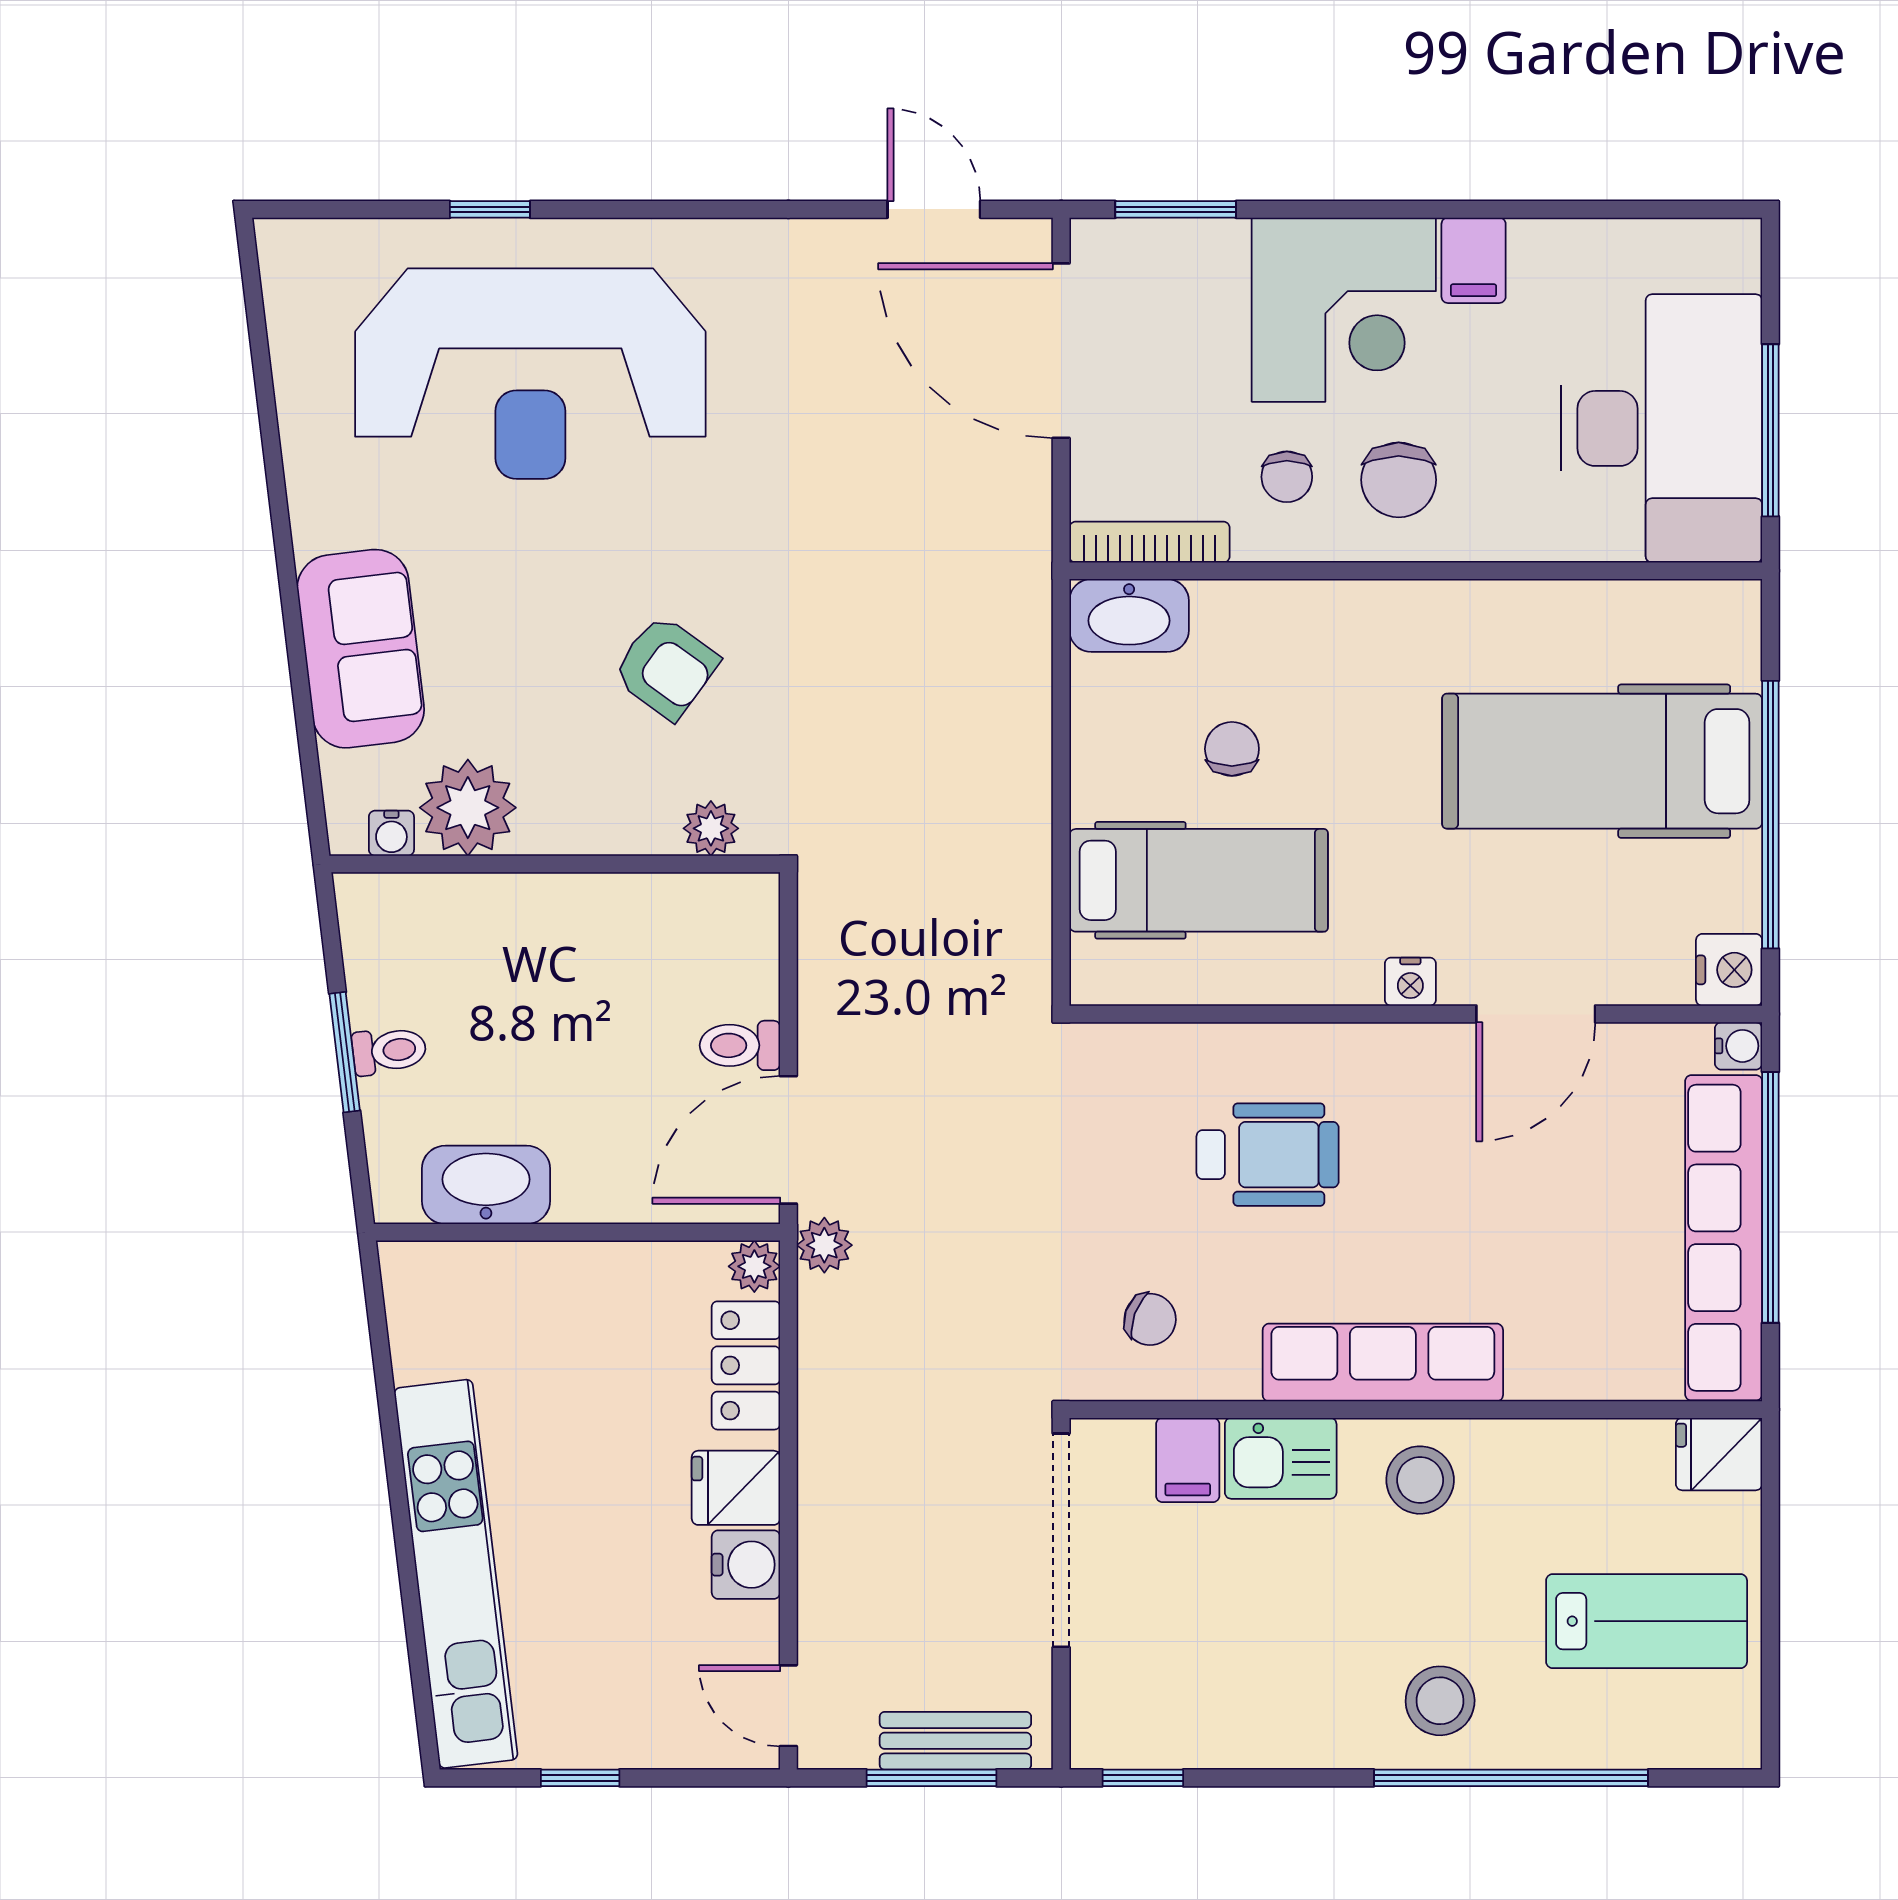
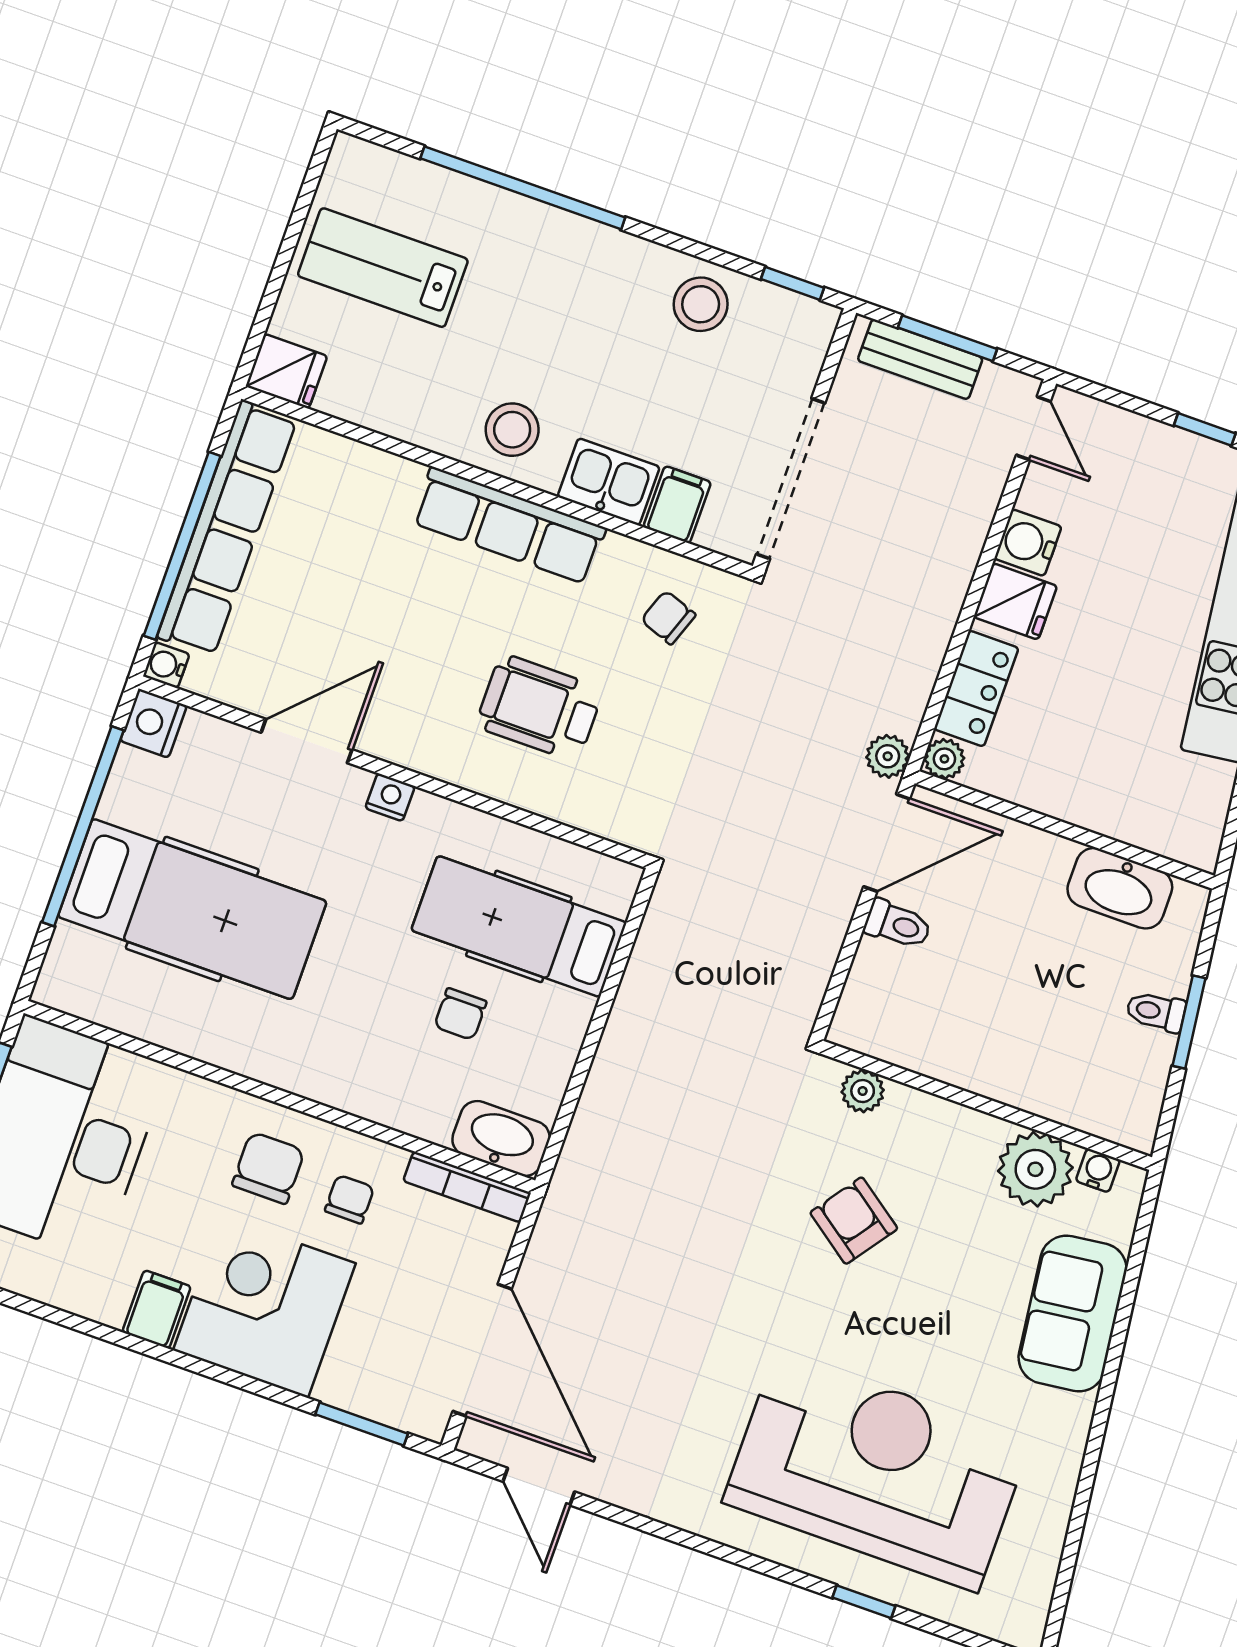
stool: (1440, 1701) -> (701, 304), moved

